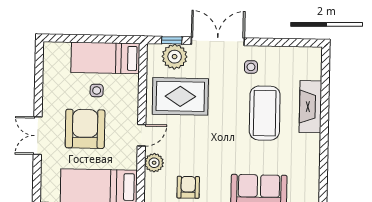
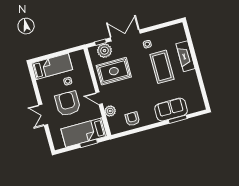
bed: (105, 58) -> (52, 66), moved, turned 180
door: (142, 135) -> (99, 98), swing flipped

